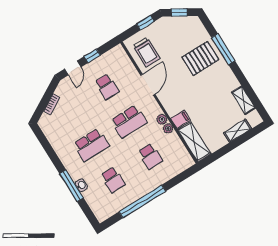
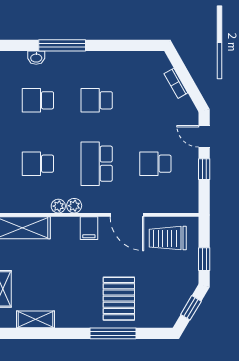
filing cabinet: (180, 119) -> (89, 228), moved
school desk: (91, 145) -> (97, 100), width x0.54
washbasin: (81, 185) -> (36, 58), moved

